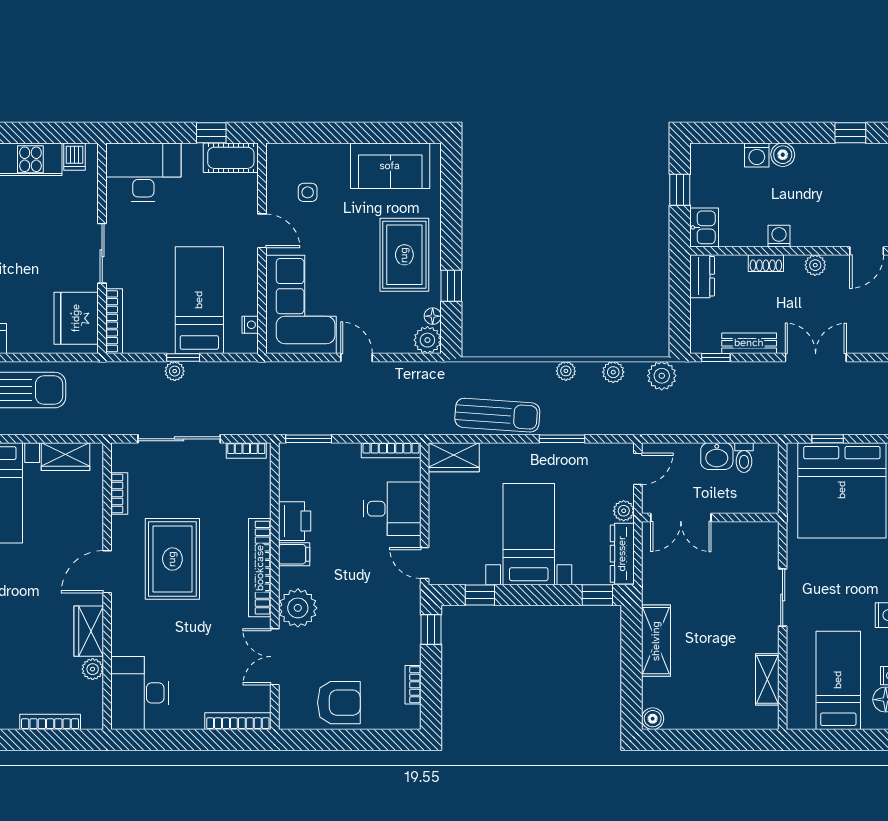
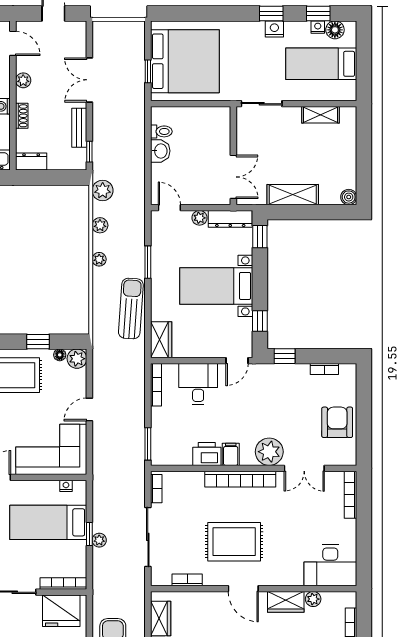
double door: (681, 518) -> (233, 177), moved
wall: (710, 518) -> (233, 156), moved

